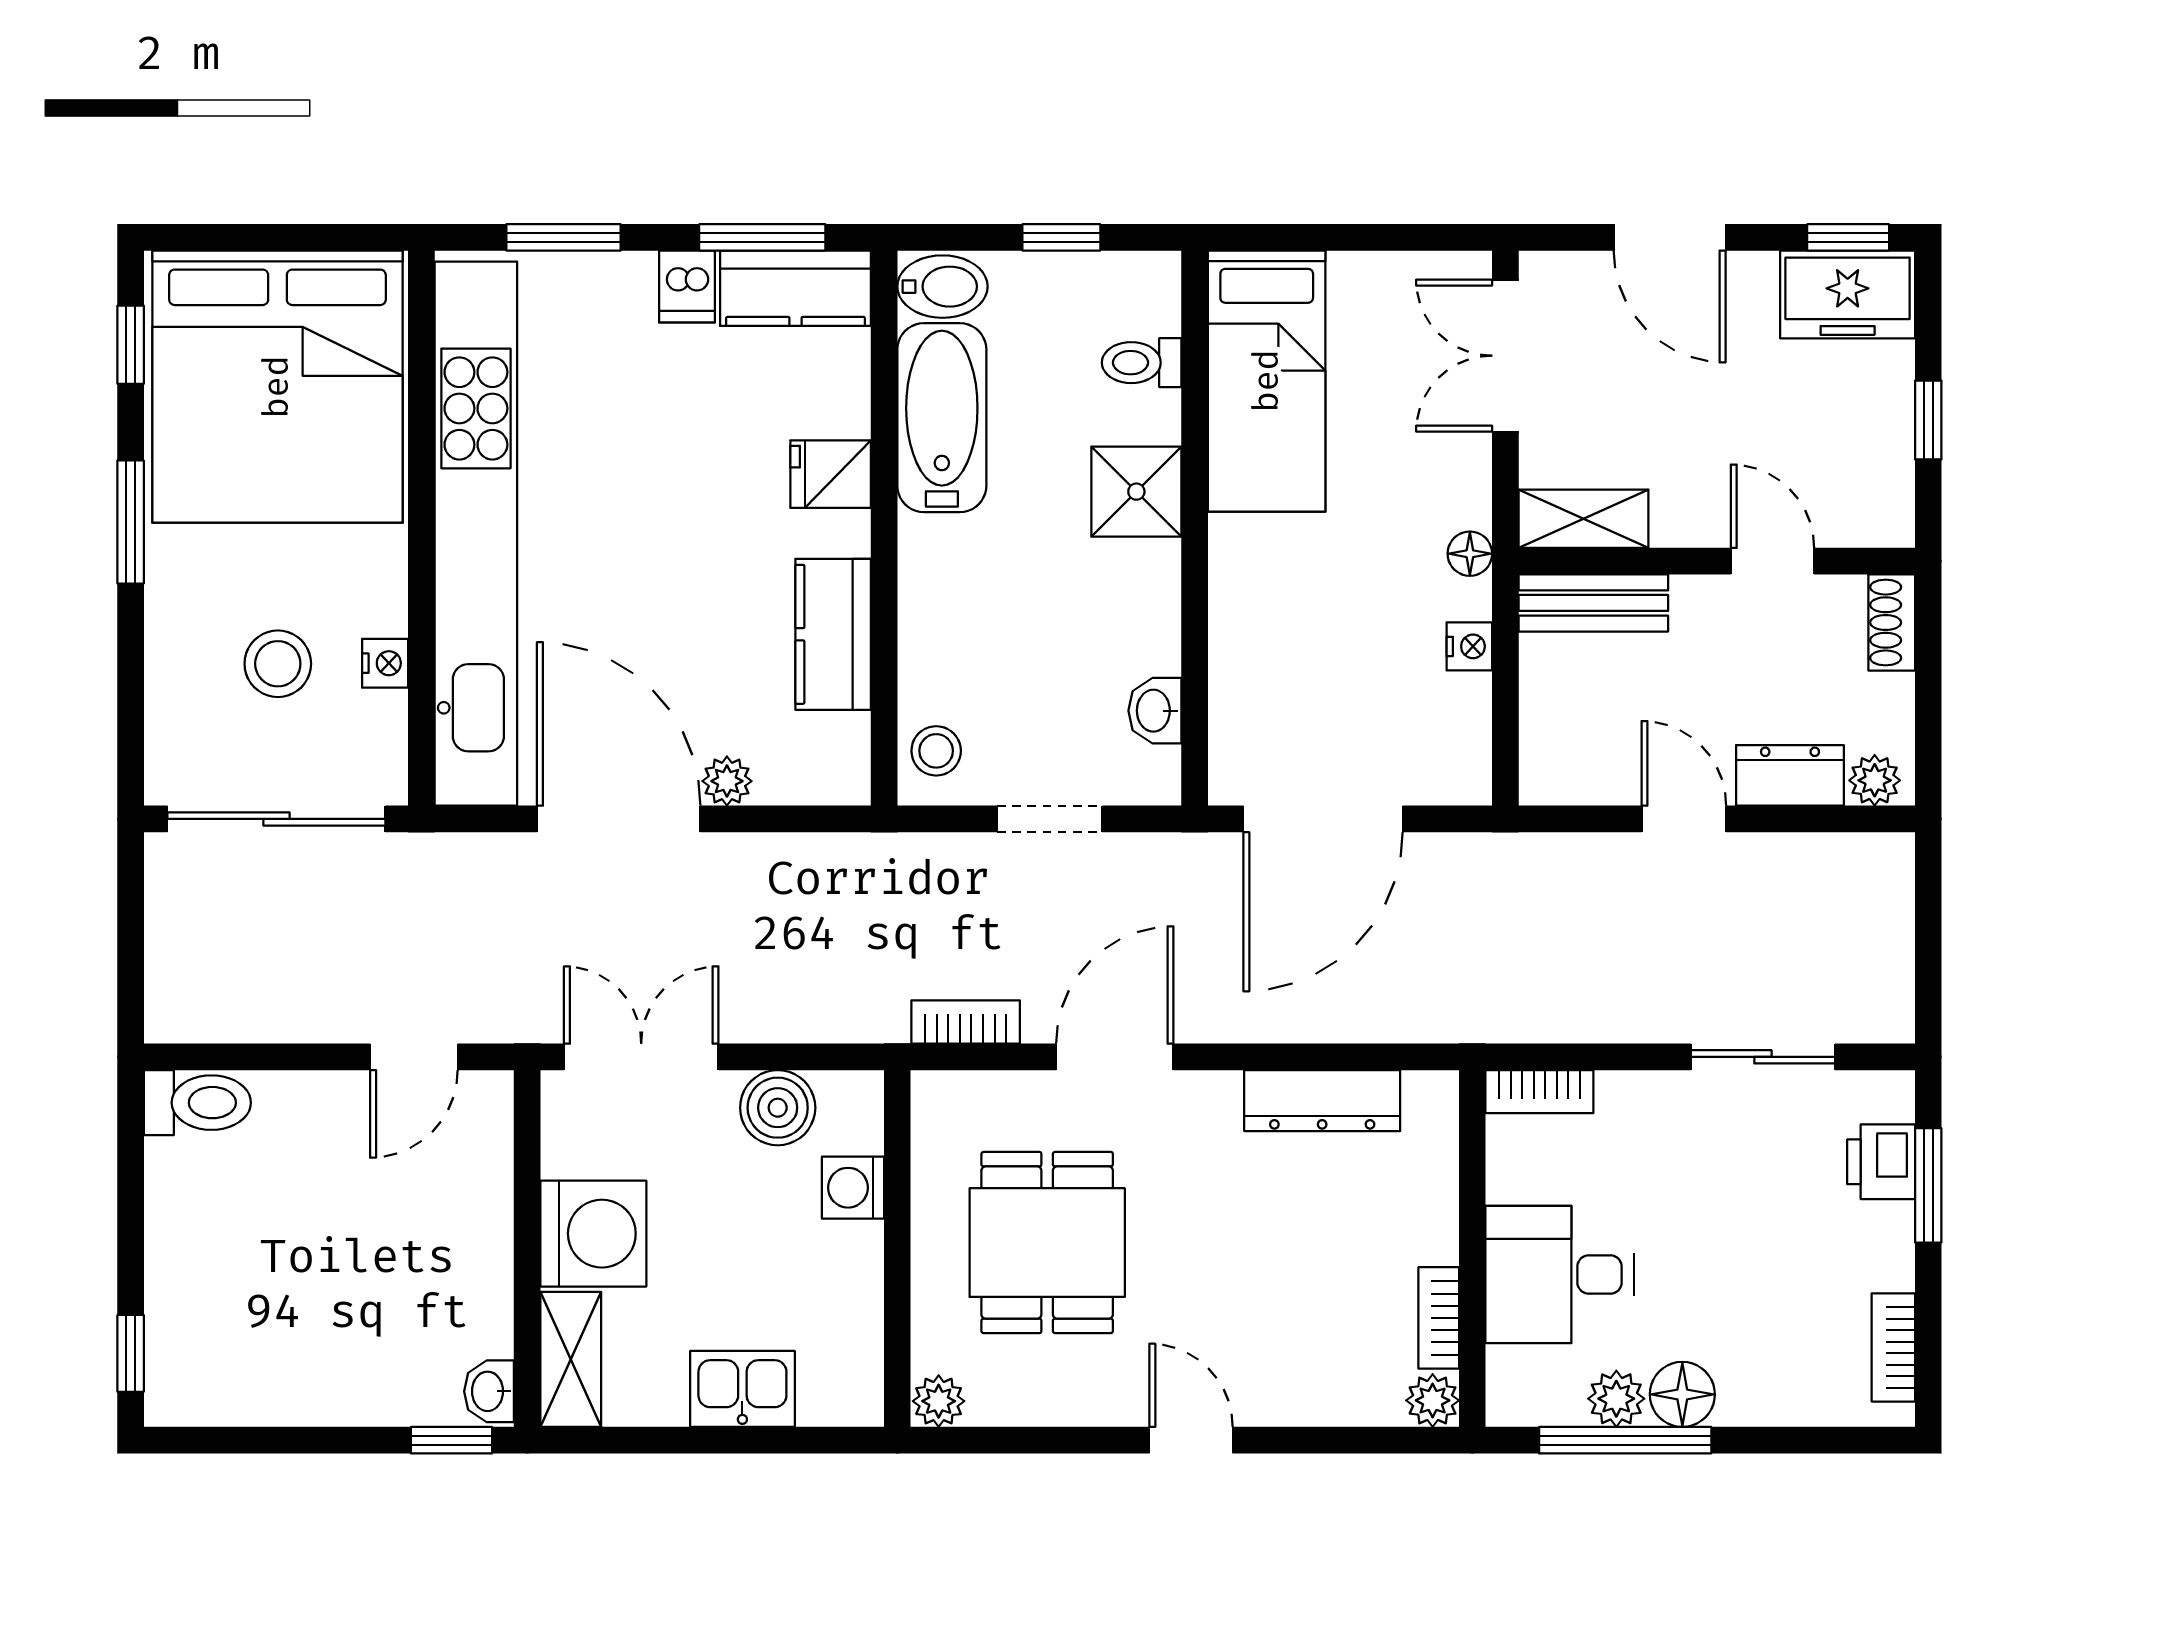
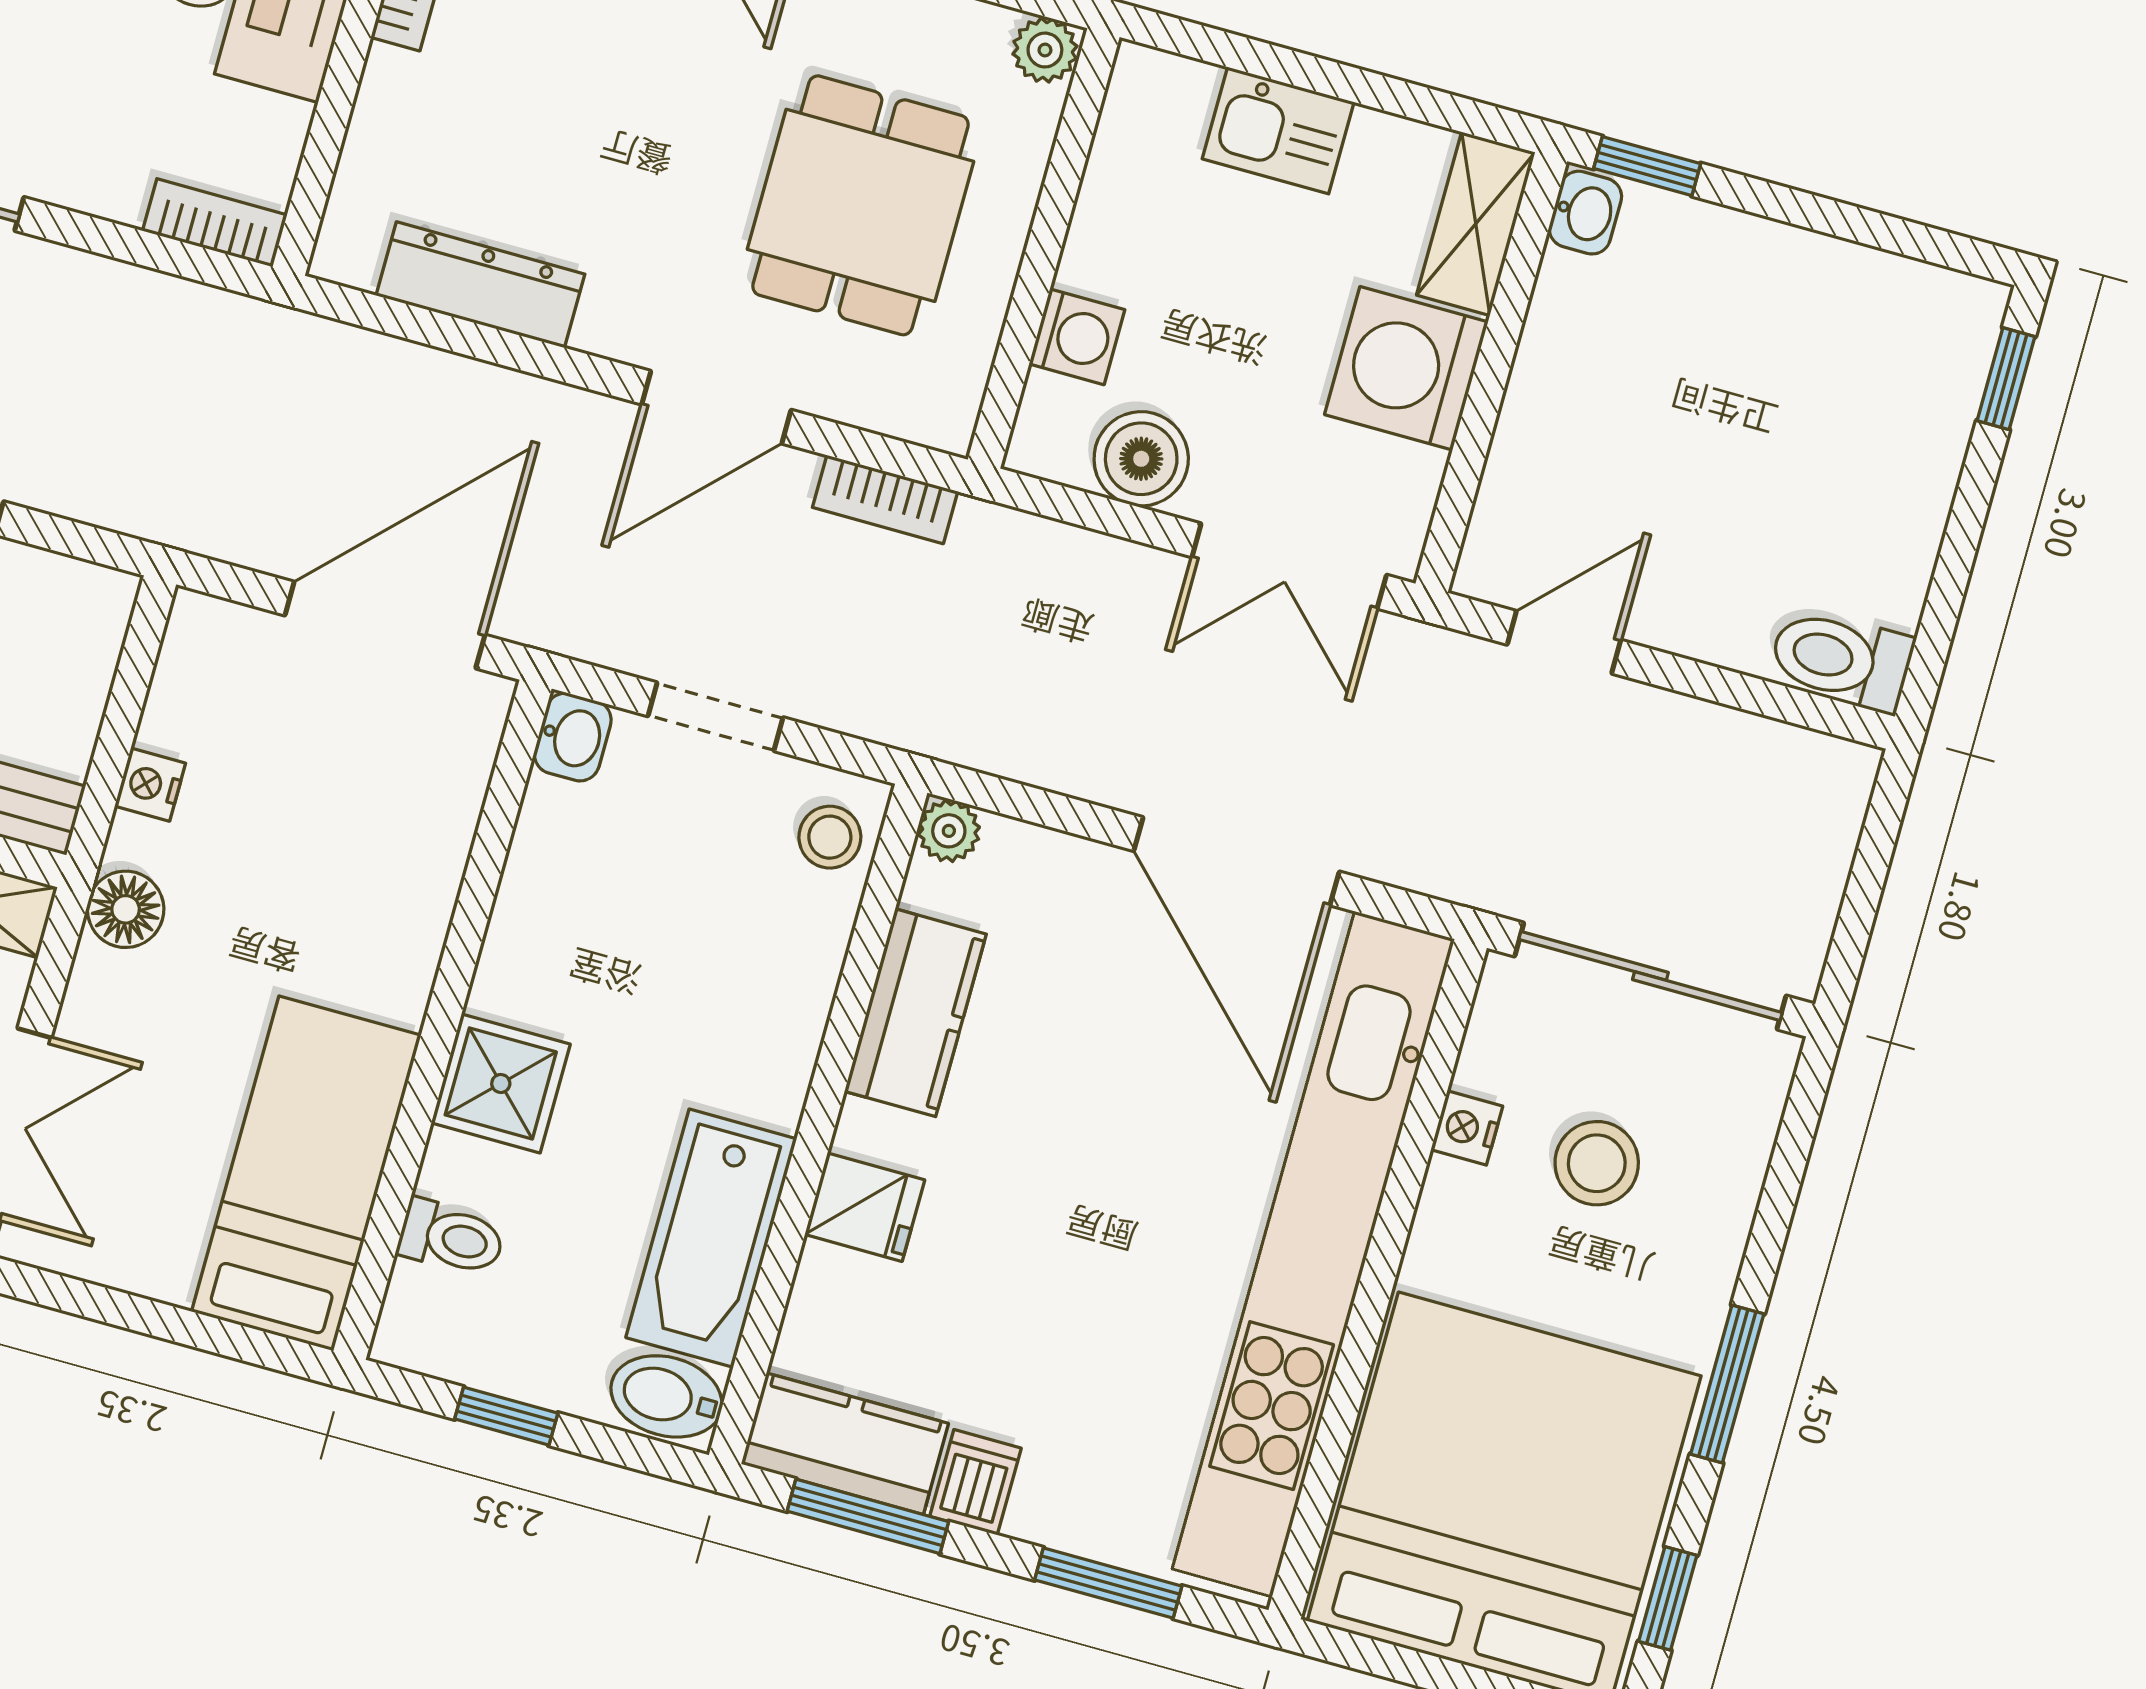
floor lamp: (1470, 554) -> (126, 909), width x1.37, depth x1.37
washbasin: (1155, 711) -> (573, 737), moved
plant: (727, 781) -> (949, 831), moved

